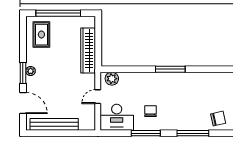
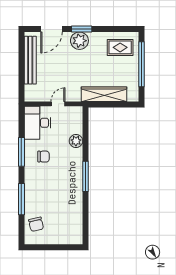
plant: (31, 71) -> (79, 41), width x1.88, depth x1.88
plant: (112, 79) -> (76, 141), moved
door: (98, 97) -> (58, 104), hinge flipped

